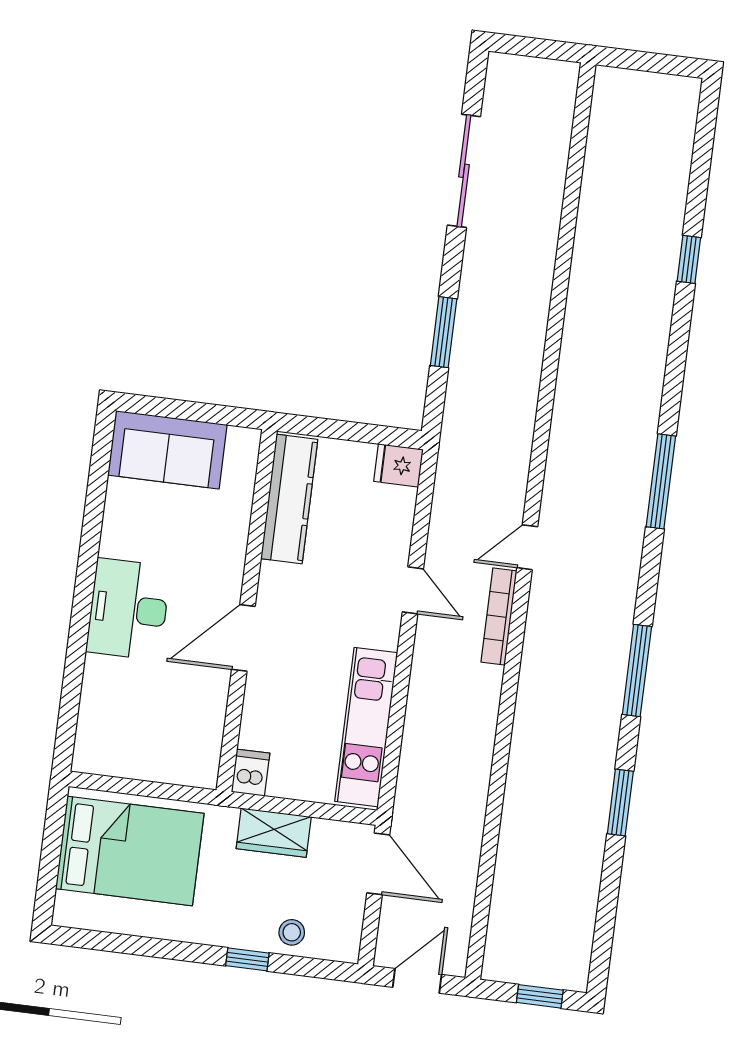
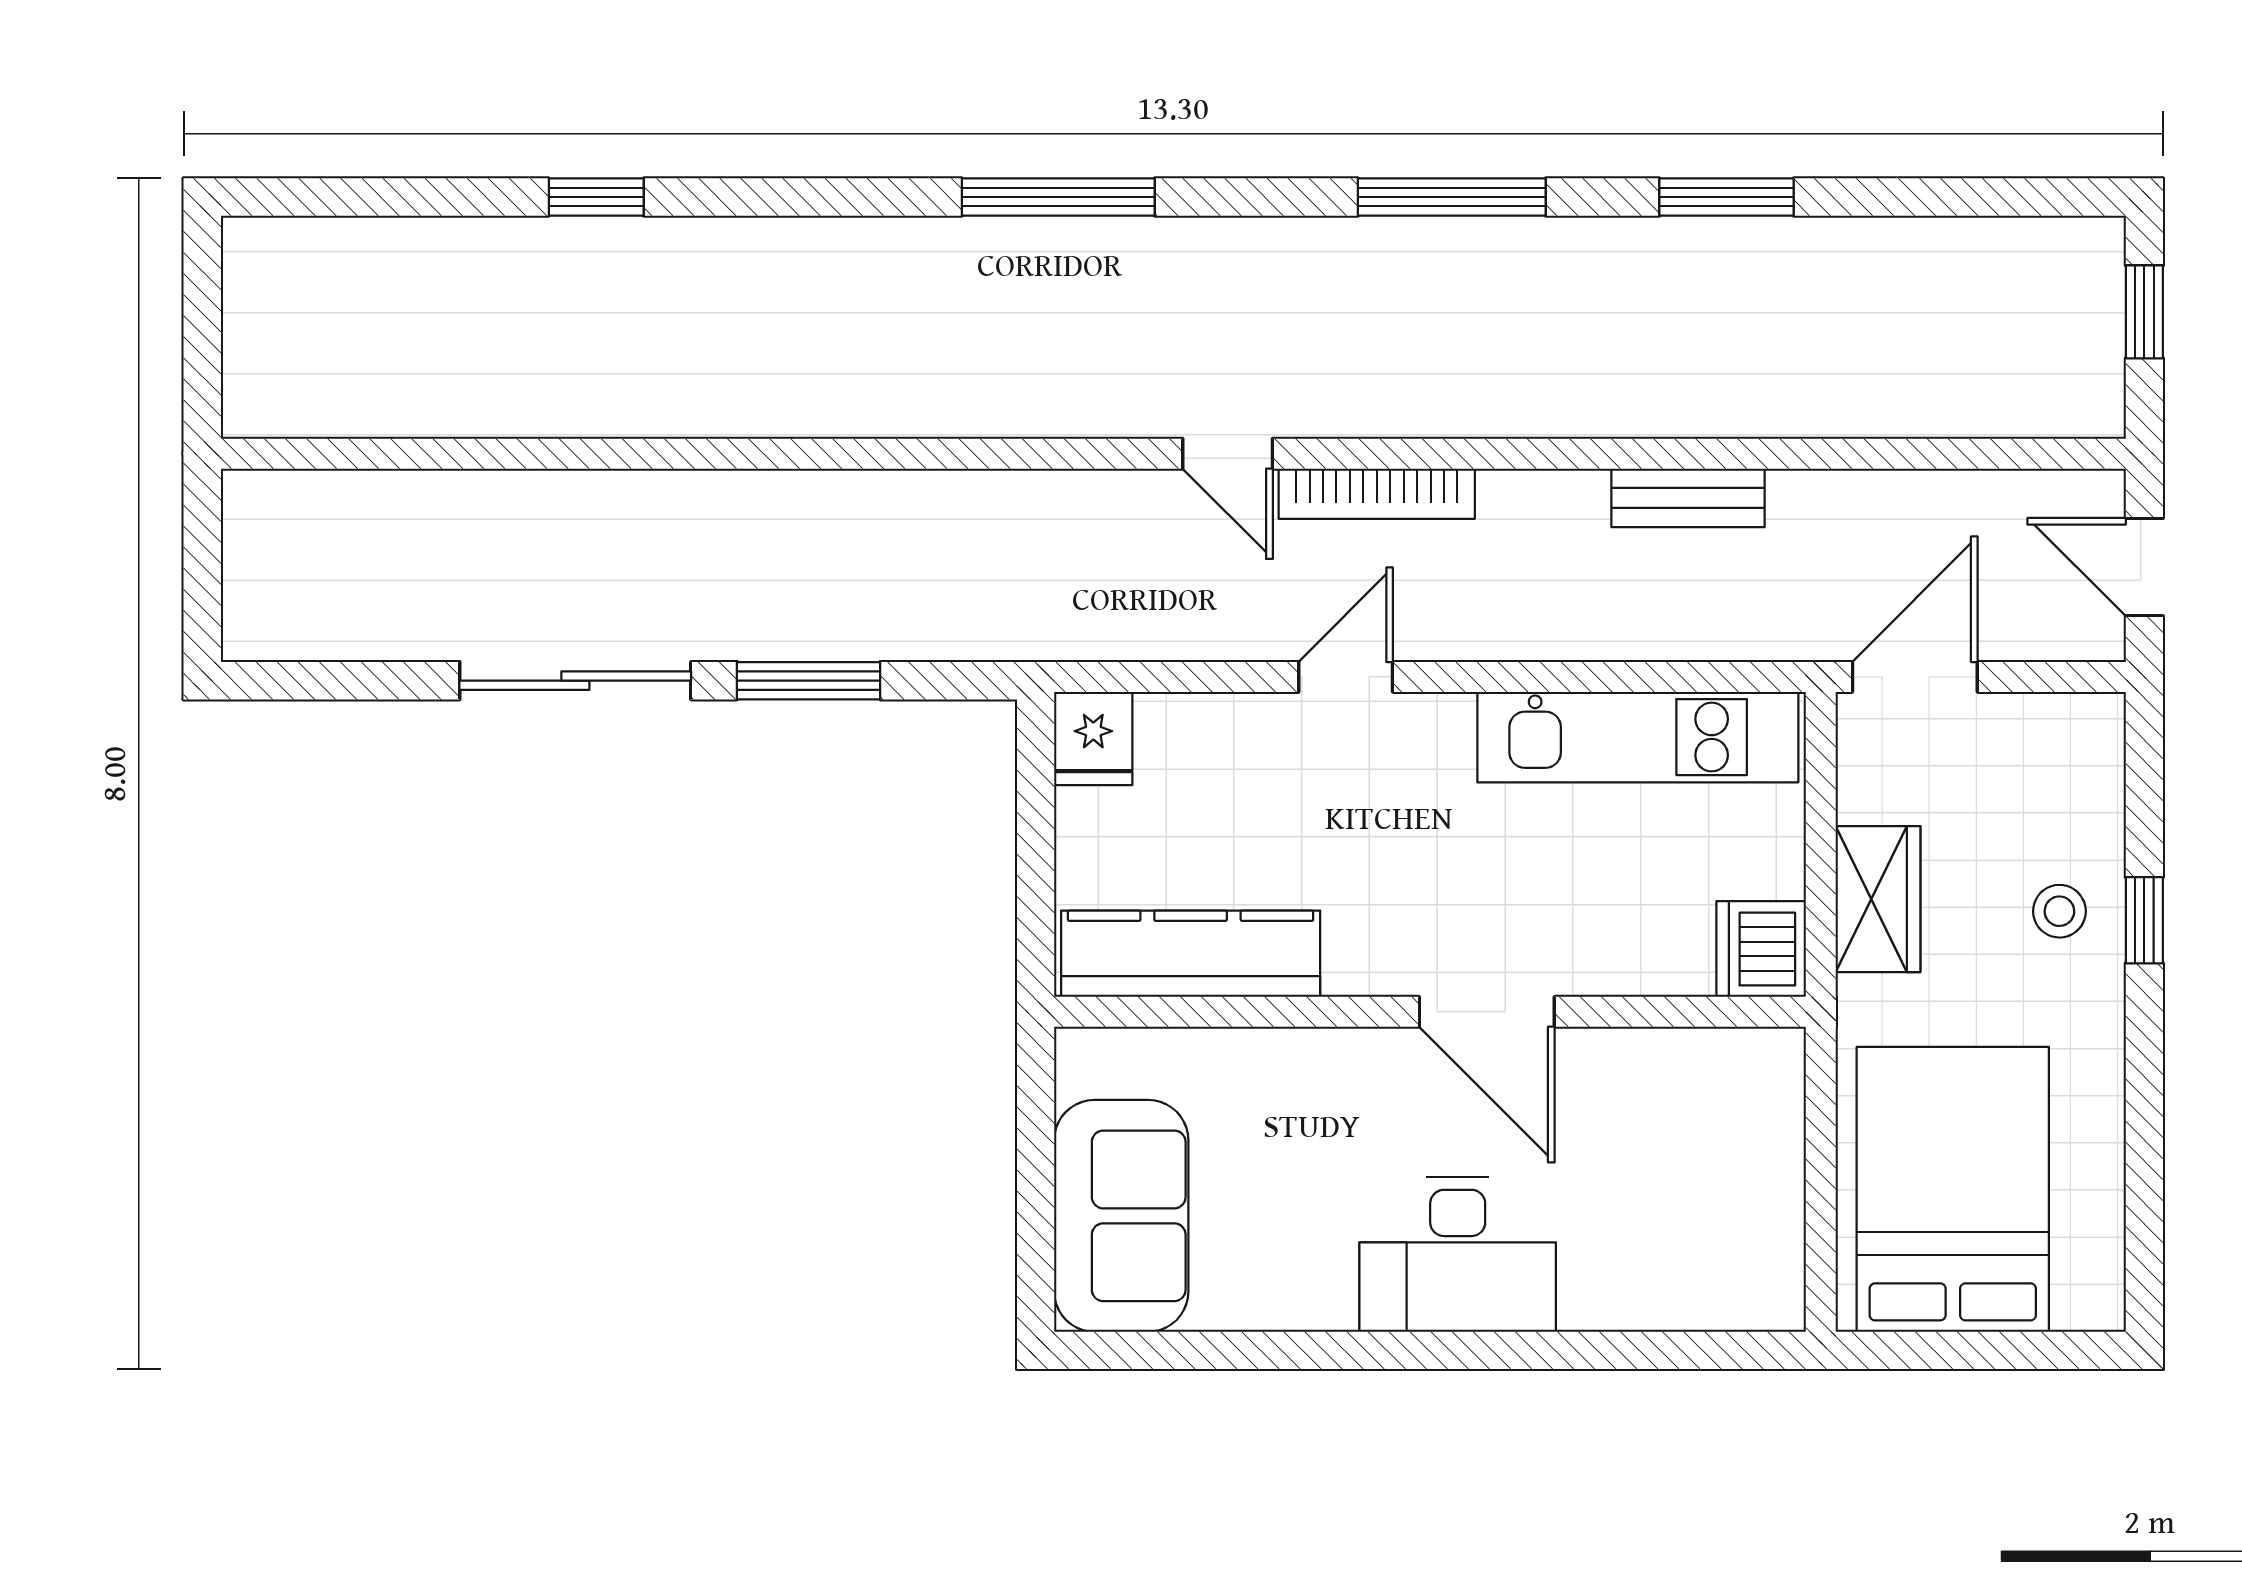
sliding door: (464, 171) -> (575, 681), moved
bench: (478, 766) -> (1688, 498), added
dishwasher: (250, 773) -> (1761, 949), width x1.38
stool: (292, 932) -> (2059, 911), moved

